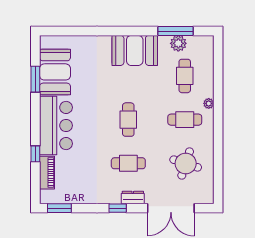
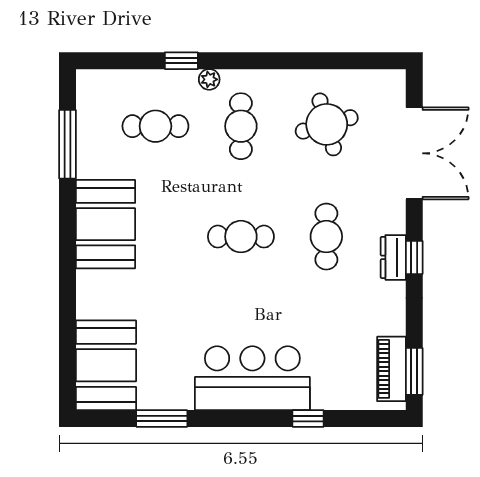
plant: (178, 43) -> (92, 139), removed
booth: (55, 72) -> (106, 365), moved, turned 90
window: (218, 89) -> (181, 61), added
round table: (186, 163) -> (327, 124), turned -34
piano: (47, 173) -> (392, 369), moved, turned -90
dresser: (133, 198) -> (393, 257), moved

